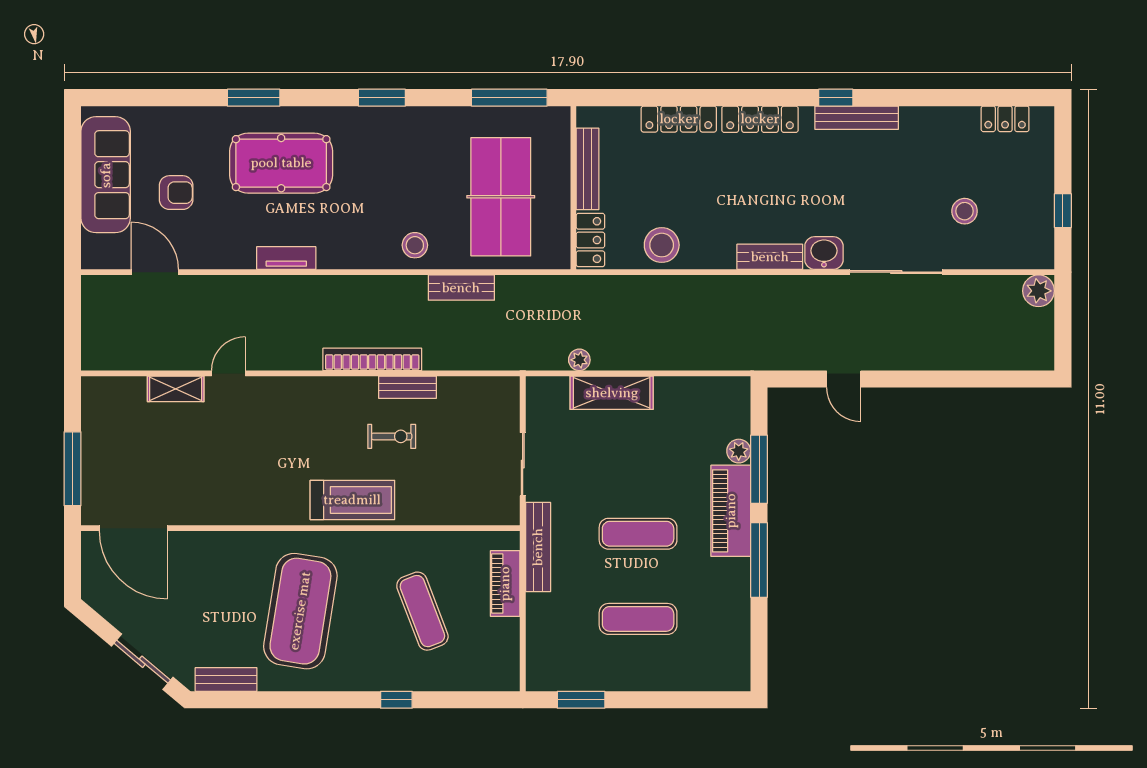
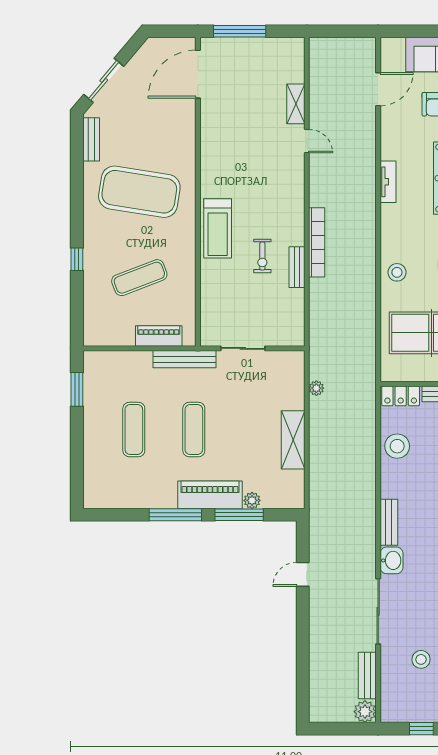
bench: (461, 288) -> (367, 676), moved
shelving: (612, 393) -> (293, 440), moved

